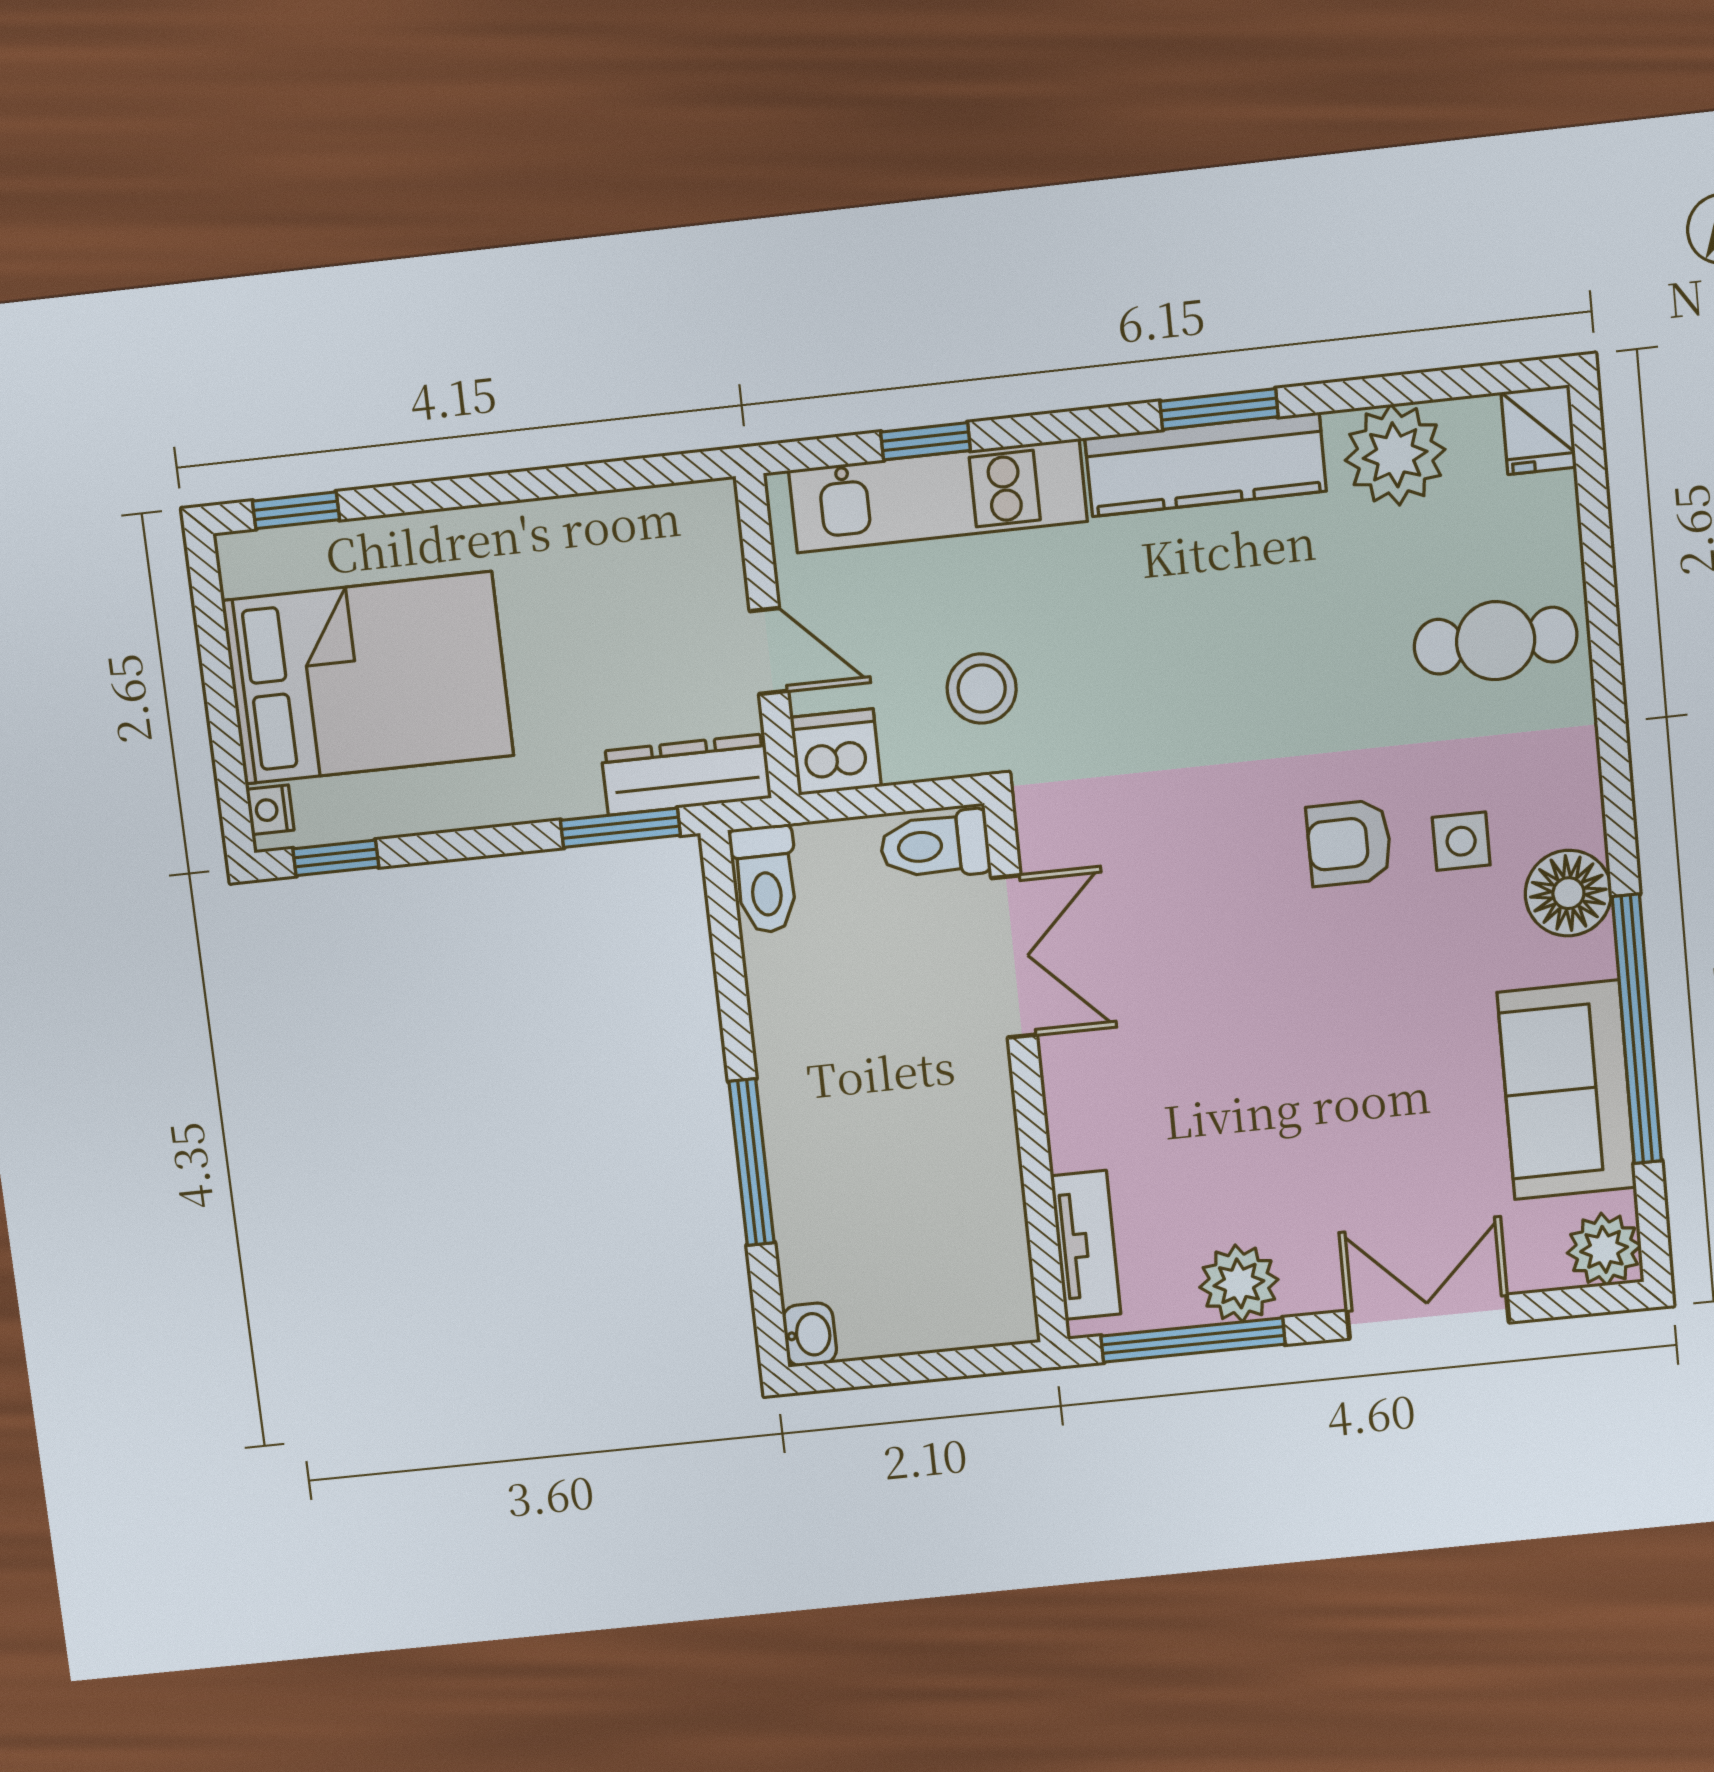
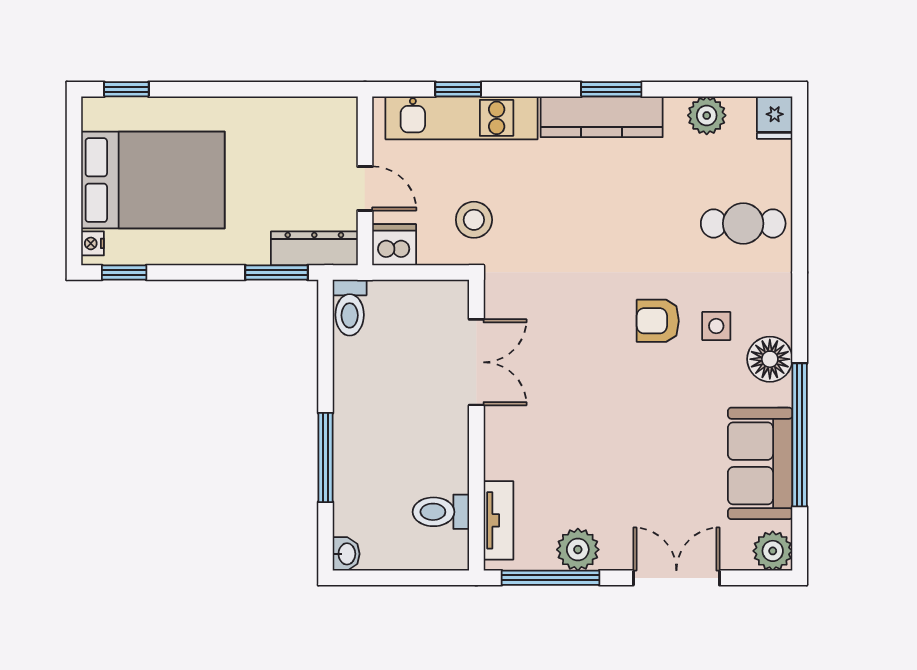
plant: (1395, 455) -> (707, 115), width x0.73, depth x0.73
toilet: (935, 845) -> (441, 512), moved

